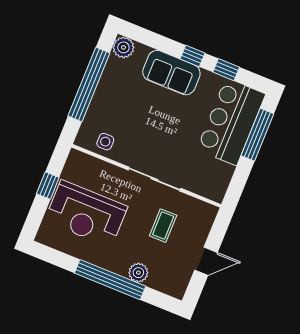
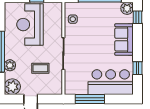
window: (193, 56) -> (138, 17), moved
window: (257, 135) -> (90, 99), moved
plant: (174, 283) -> (12, 87), added

